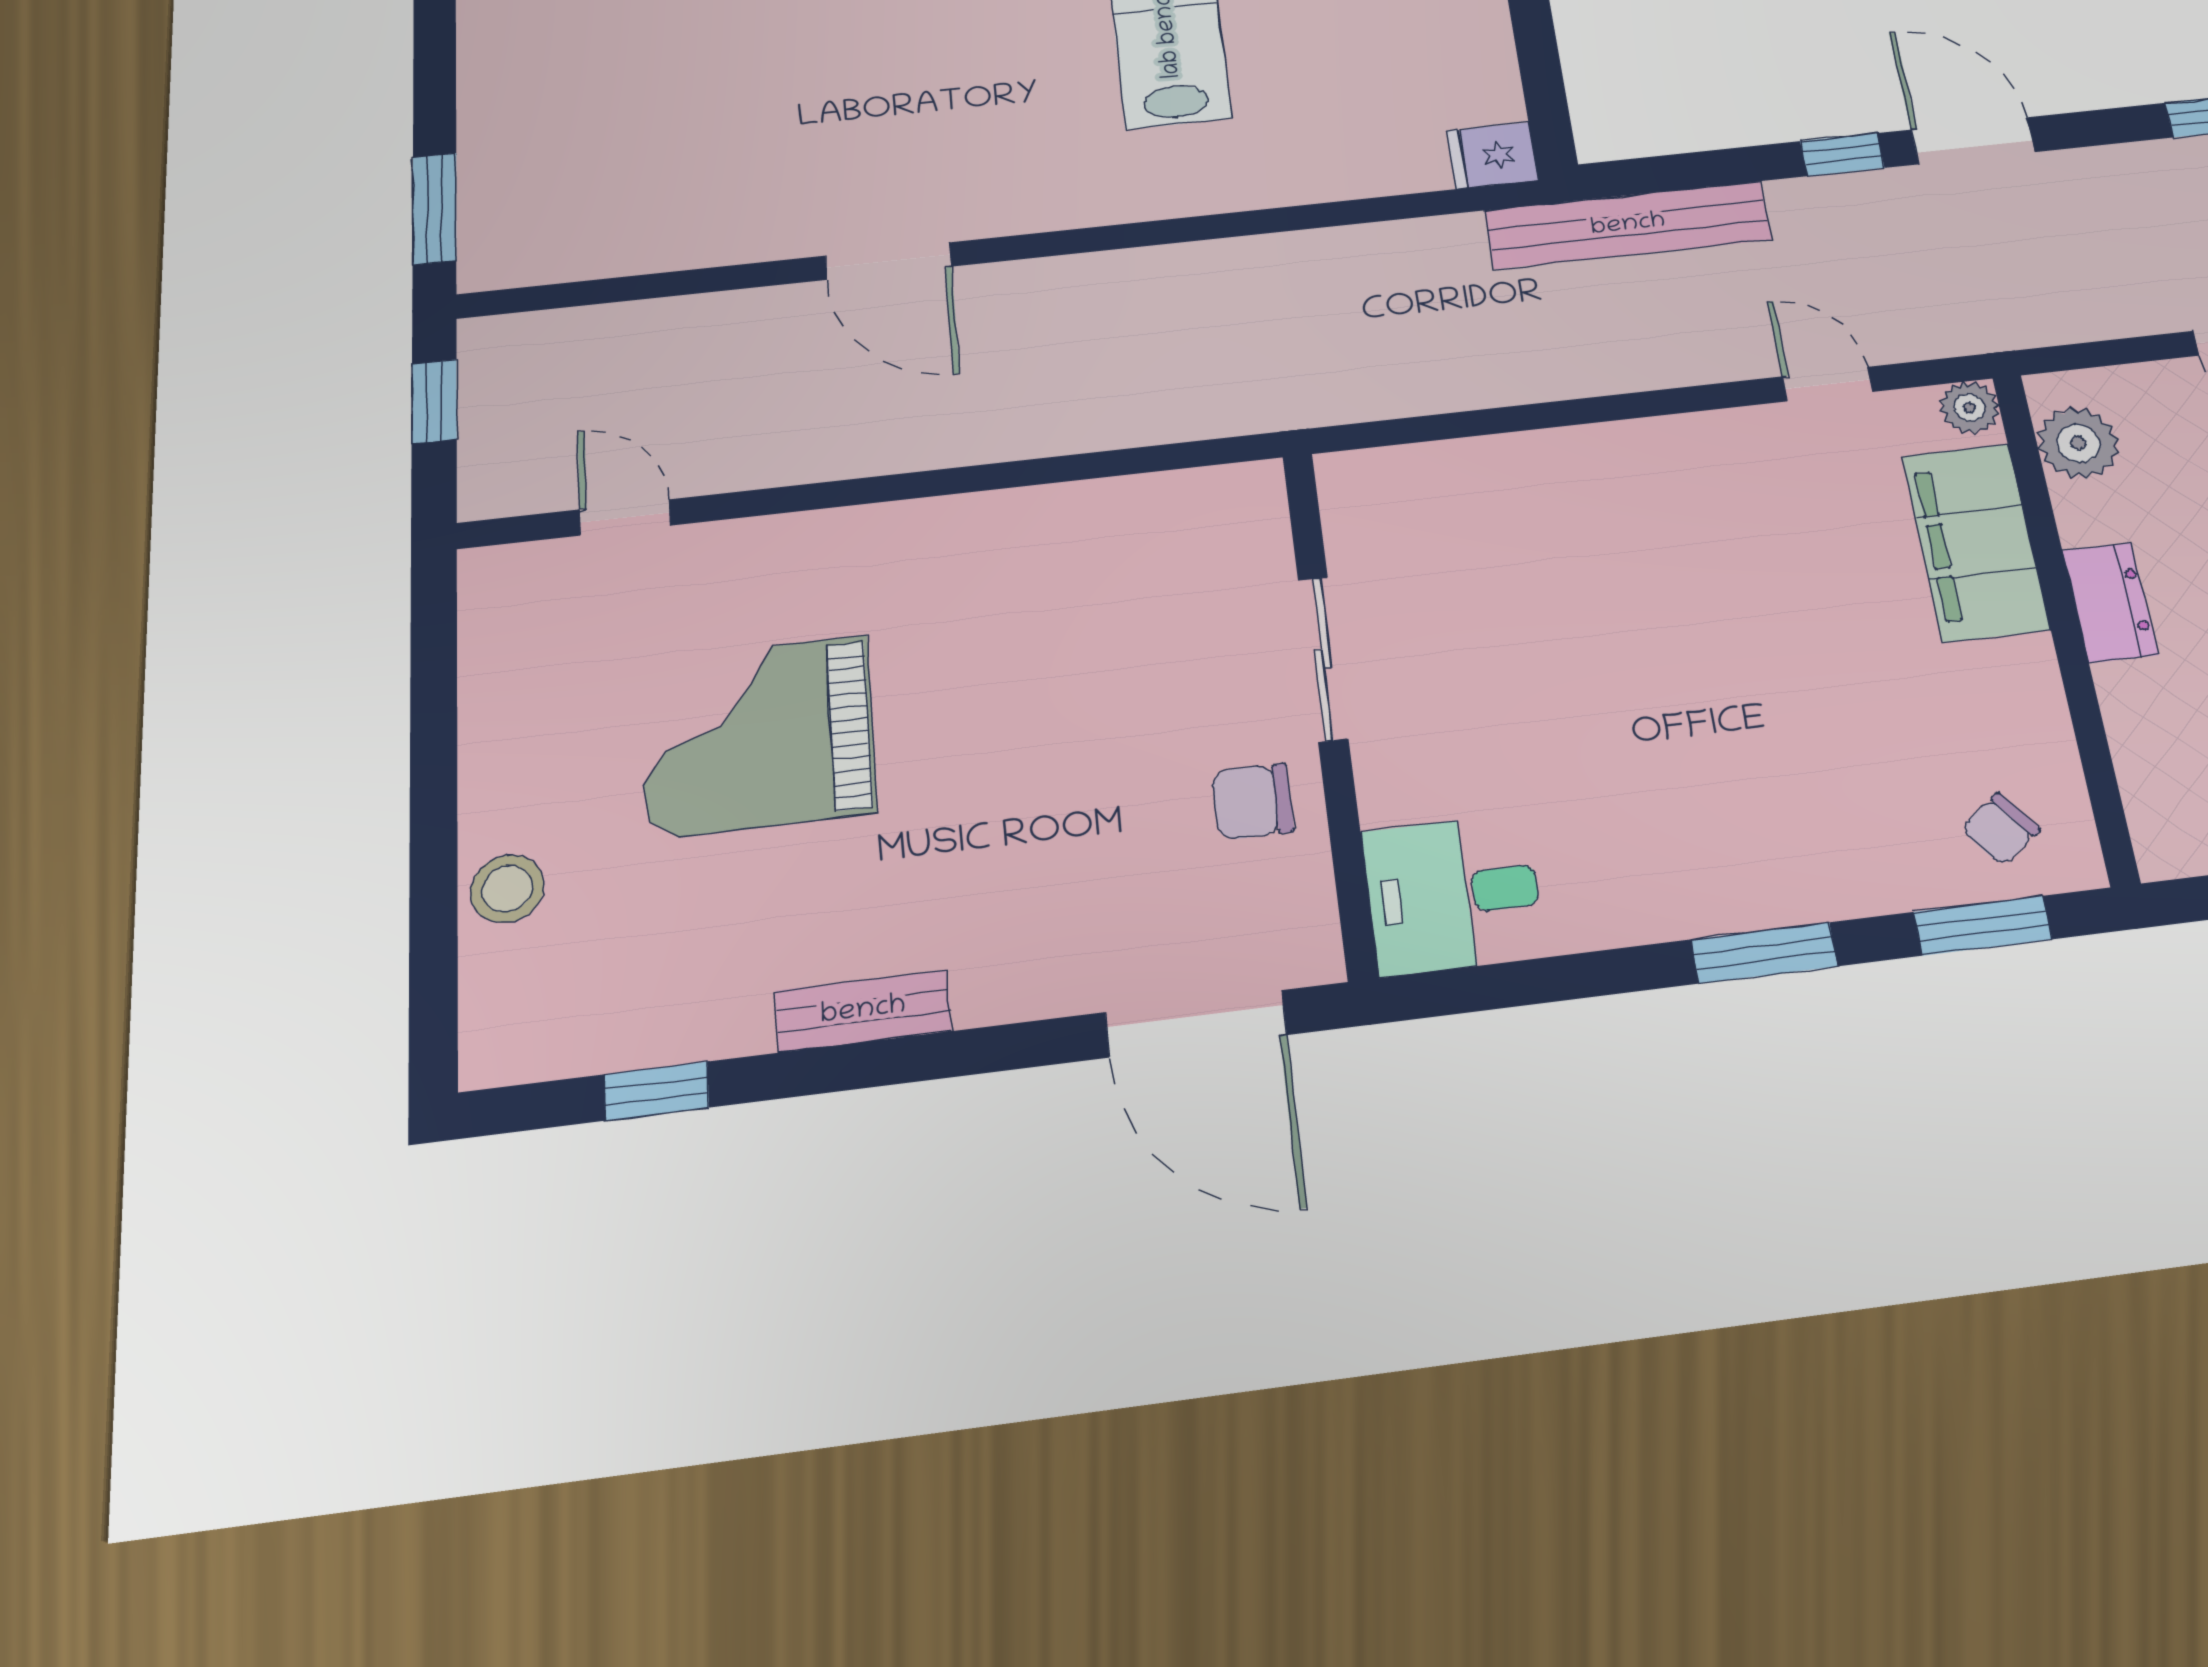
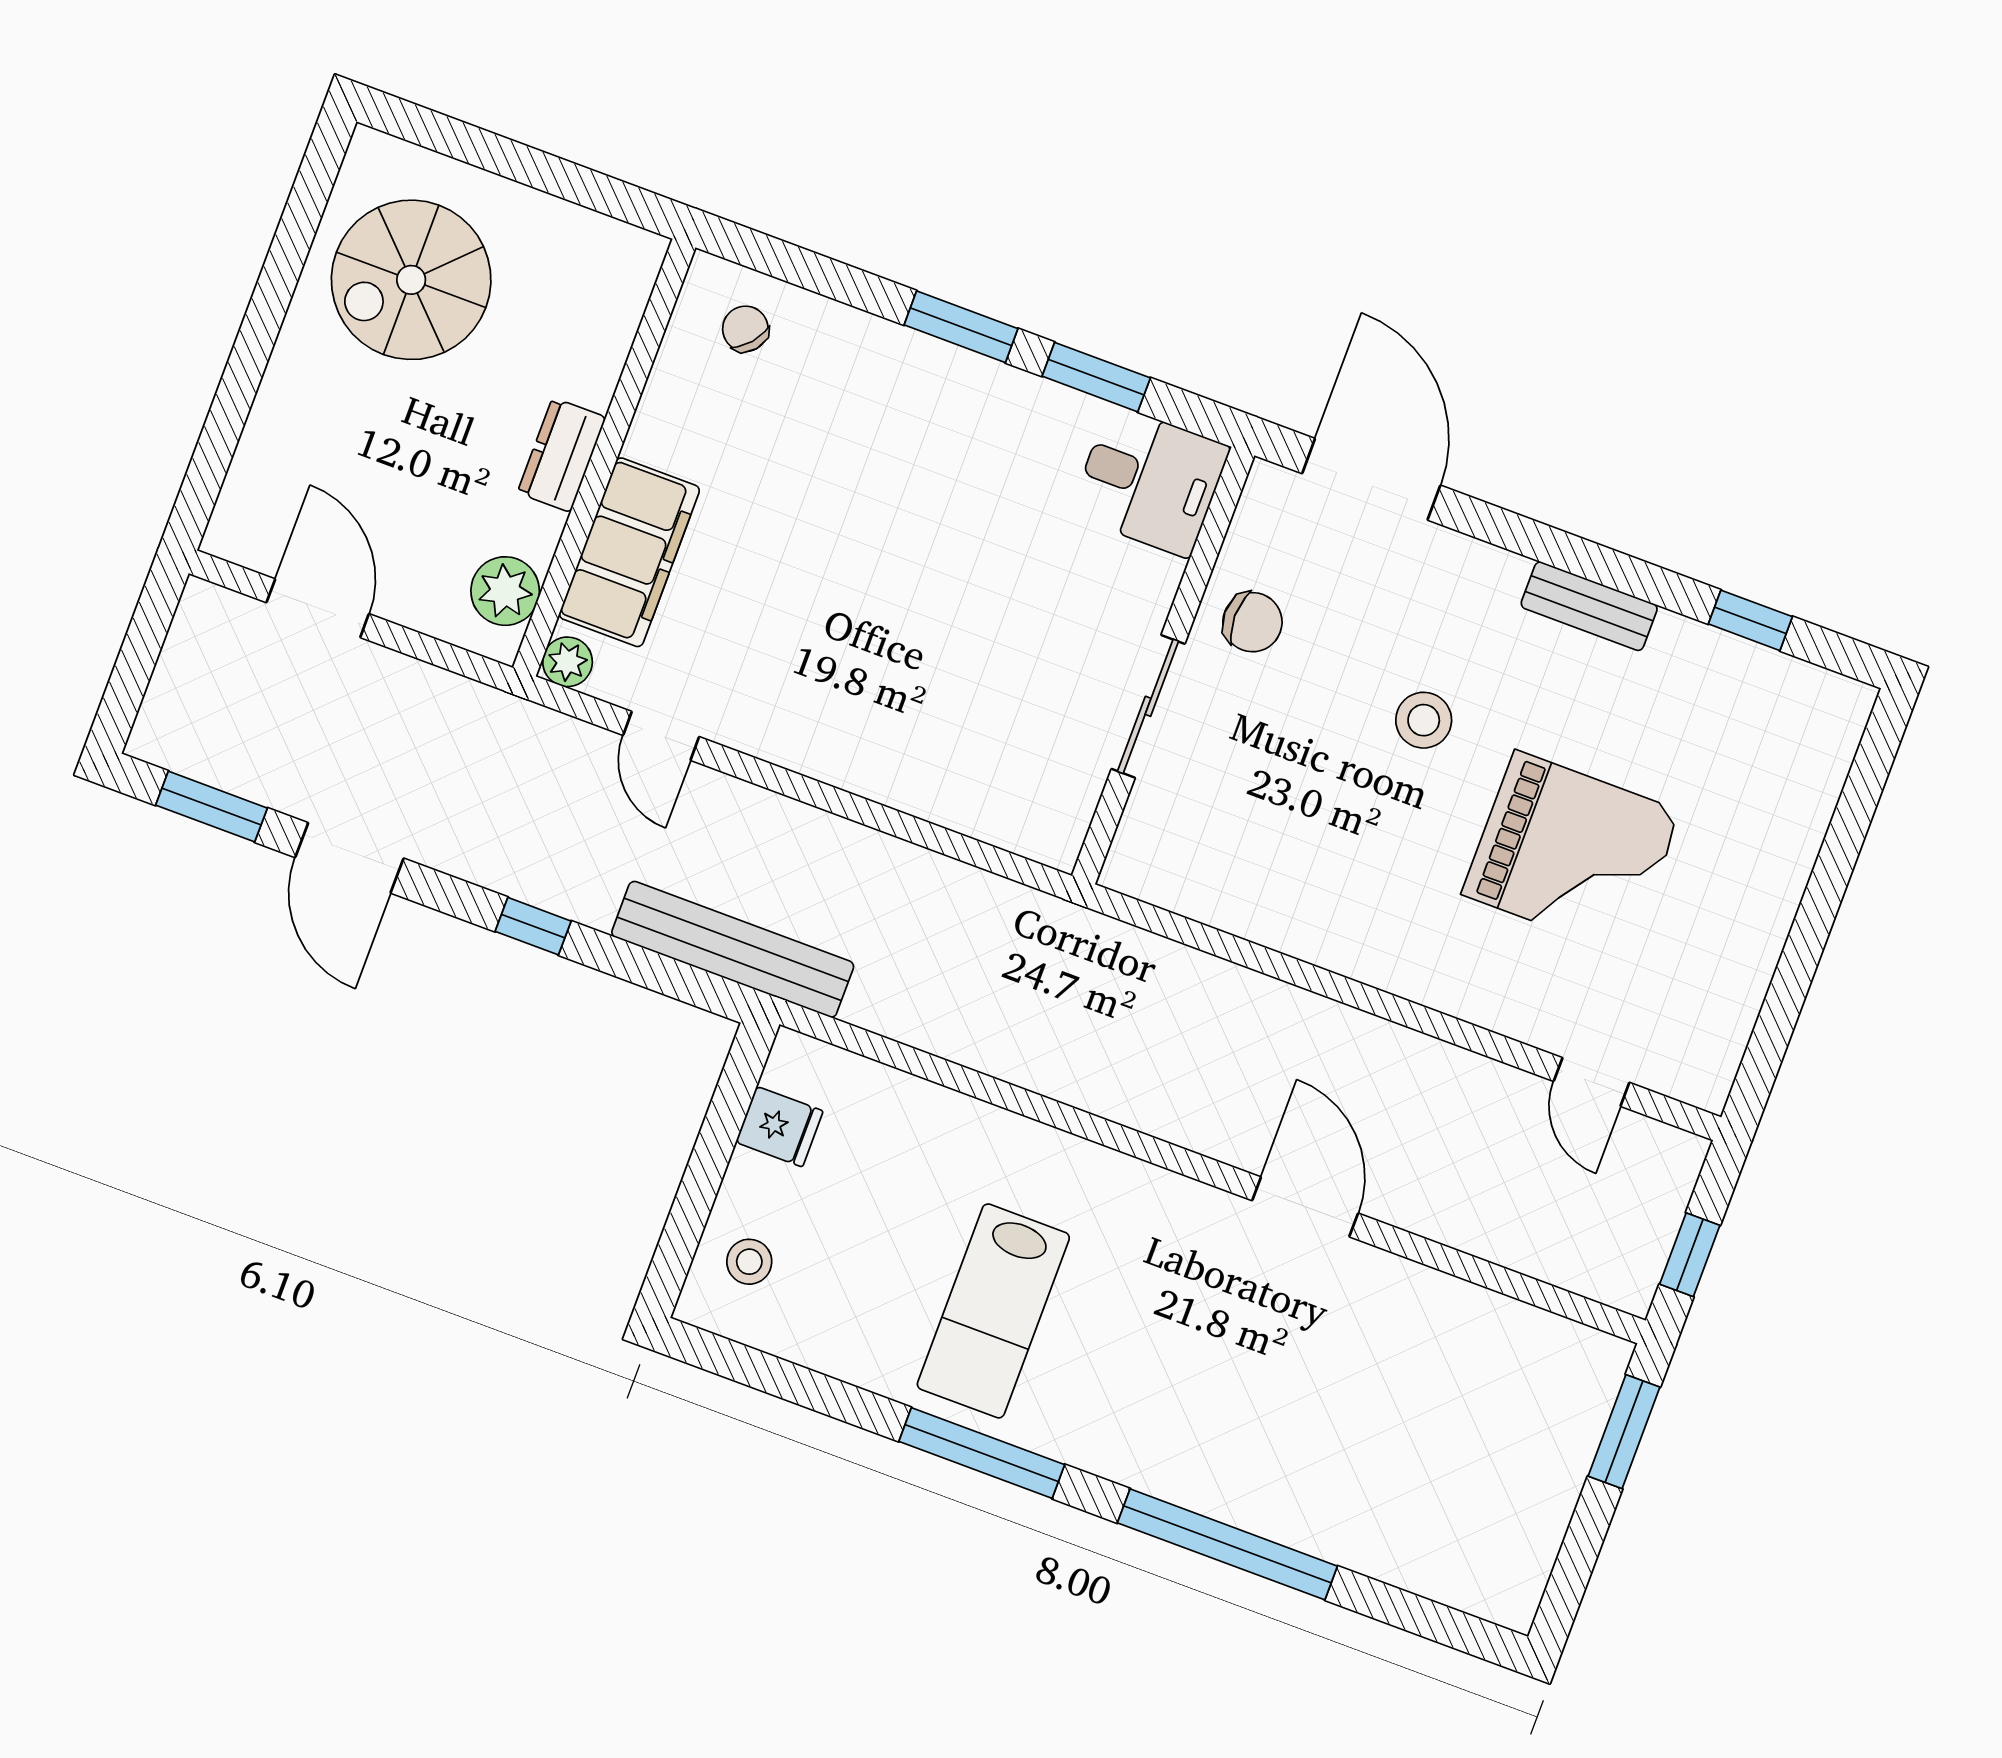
door: (1973, 141) -> (349, 858), moved
fridge: (1492, 156) -> (779, 1127), moved
chair: (2000, 829) -> (745, 329), turned -103
stool: (507, 889) -> (1424, 720), moved
window: (1983, 926) -> (1096, 377), moved

